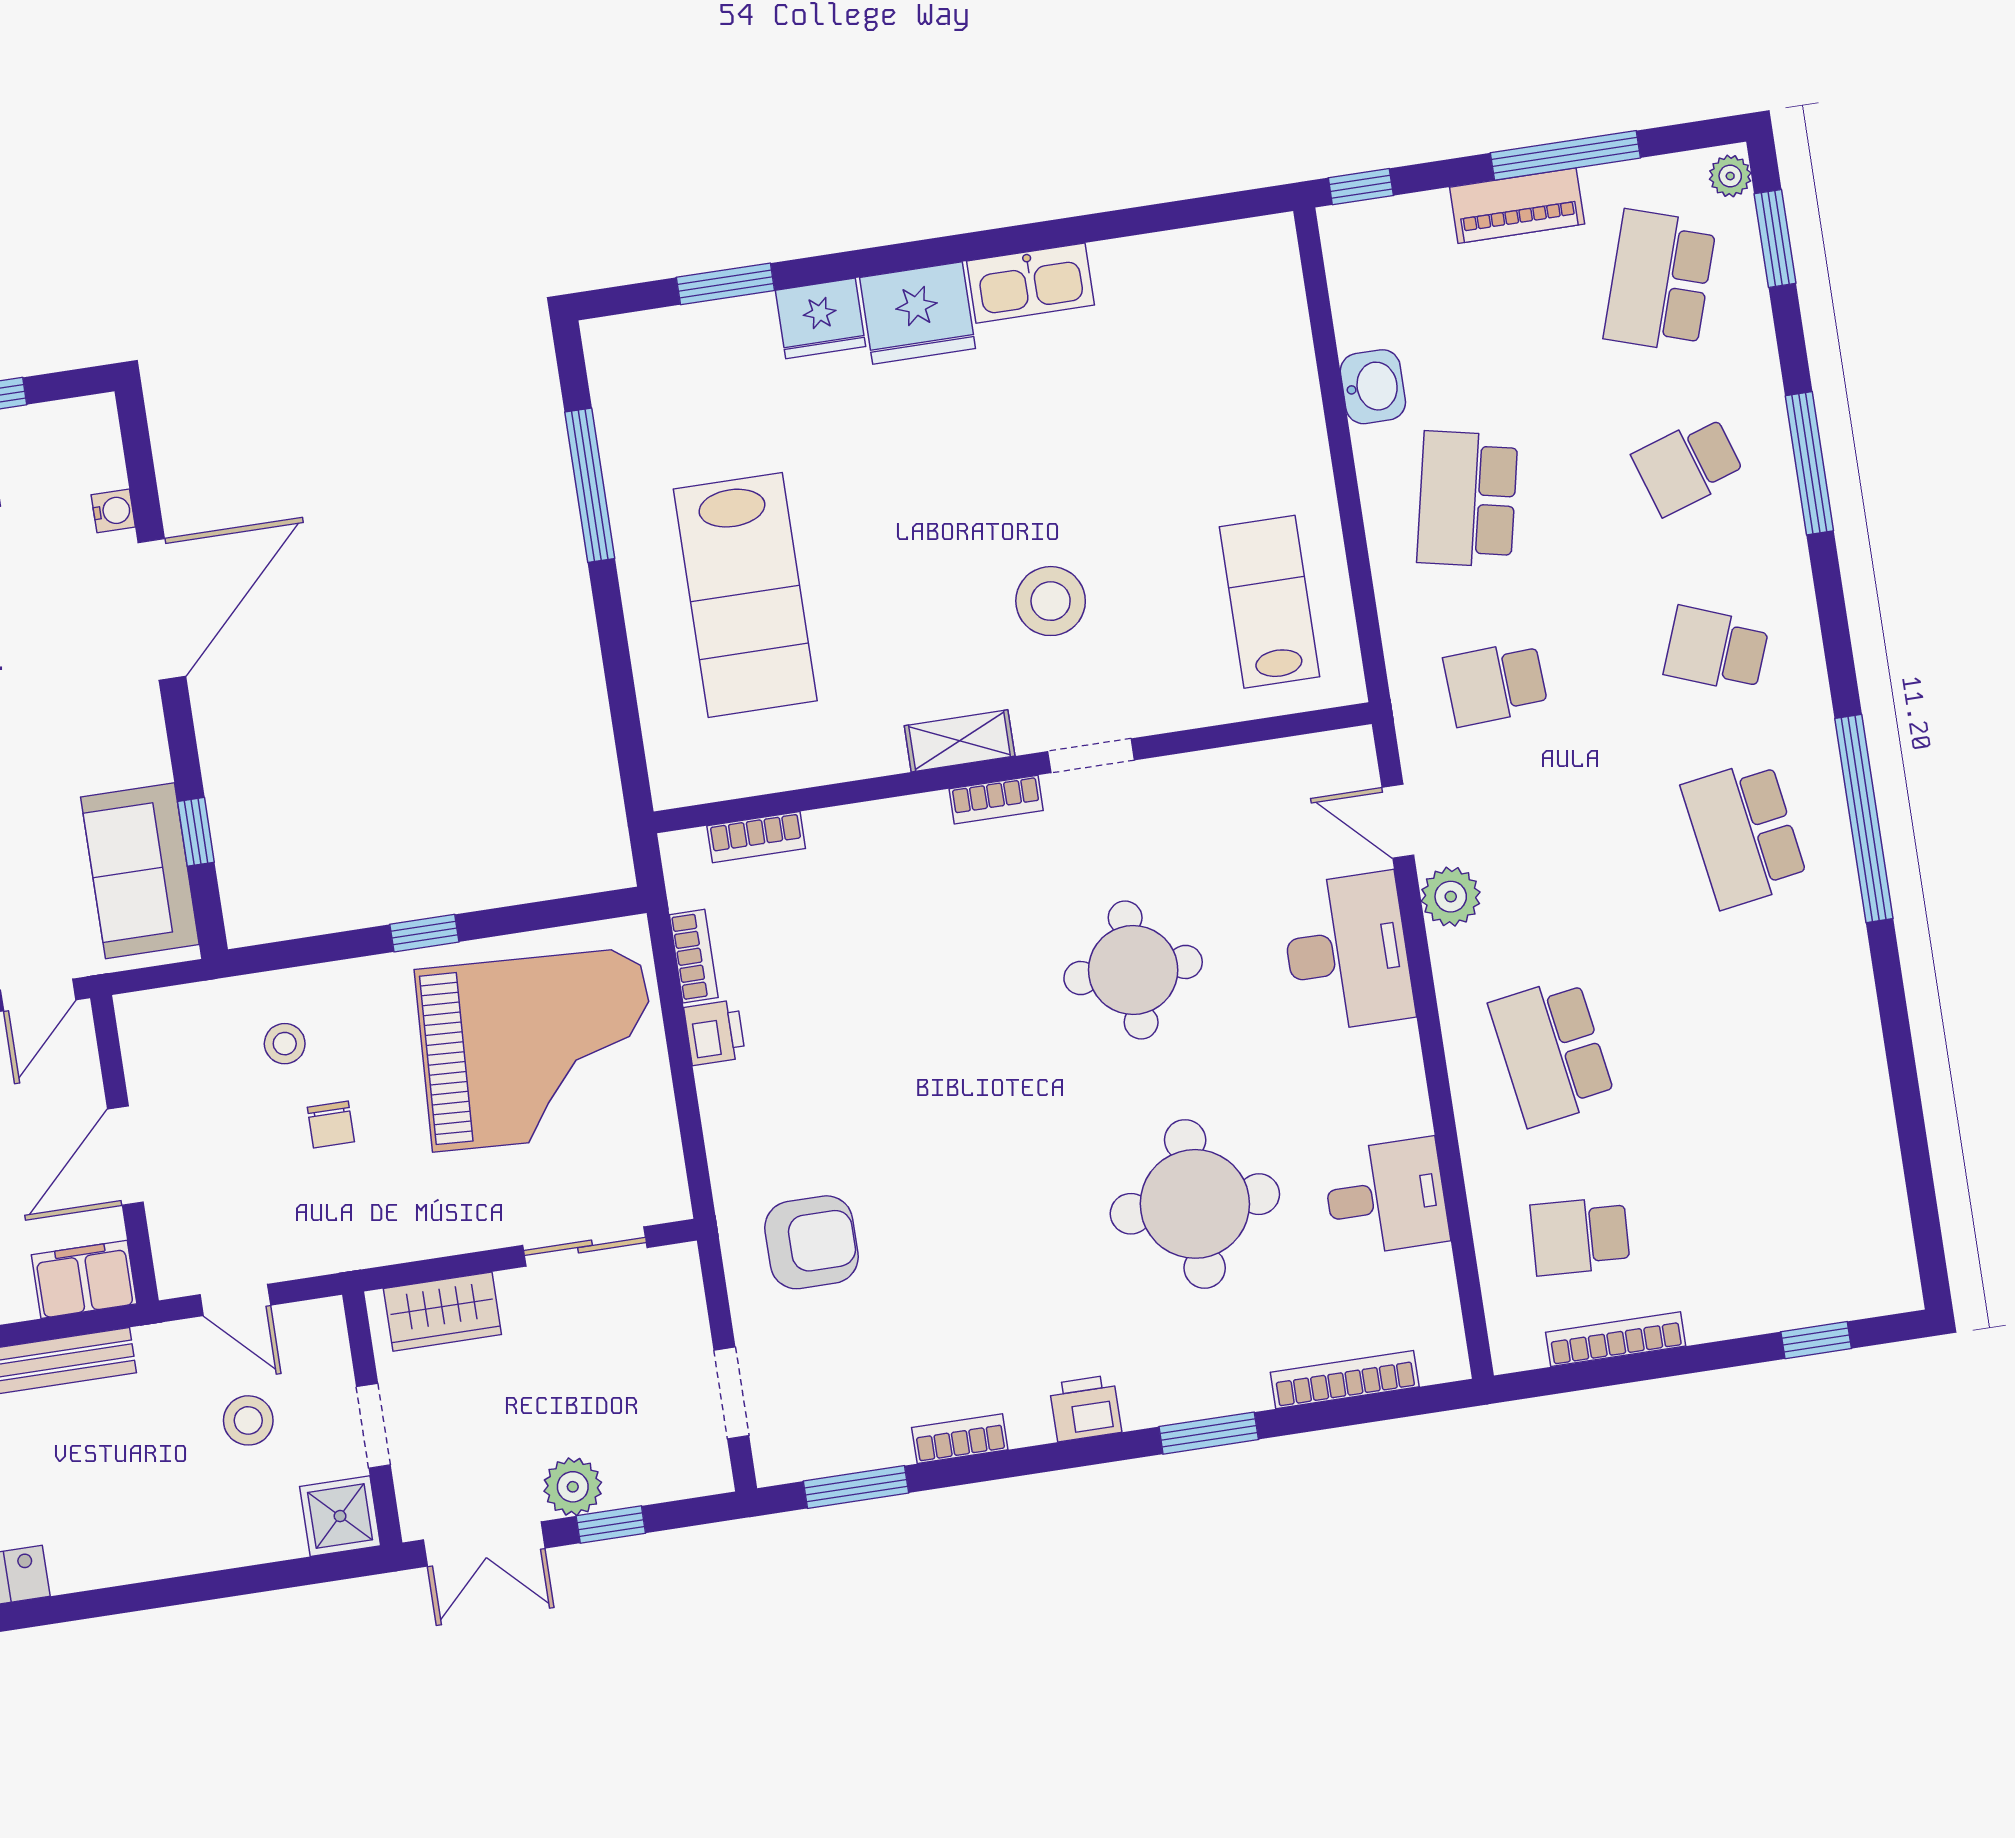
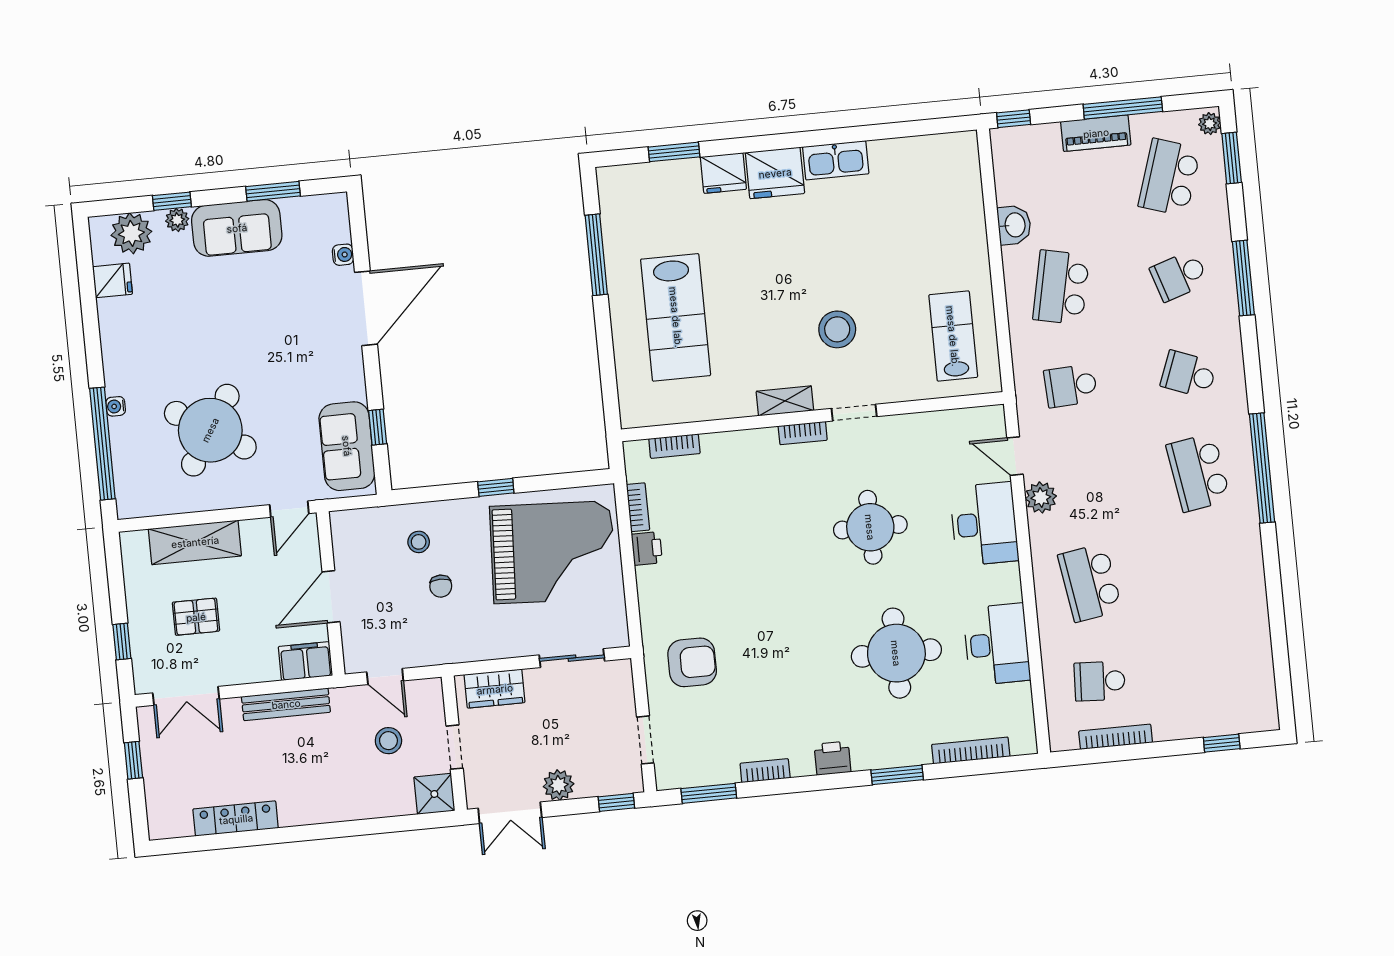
desk: (1386, 1197) -> (997, 644), width x1.37
window: (611, 1525) -> (616, 802), moved

